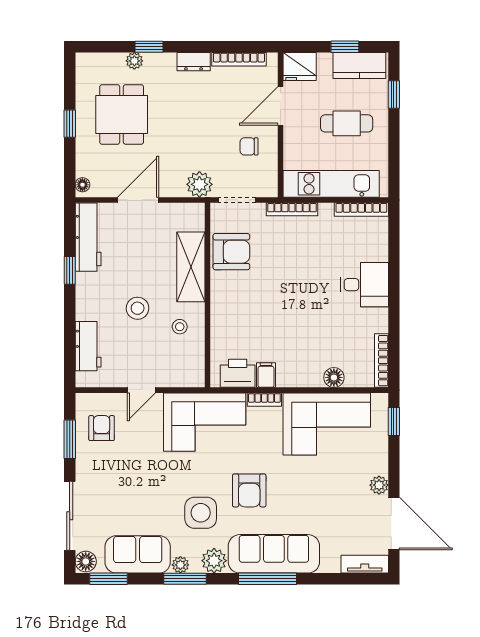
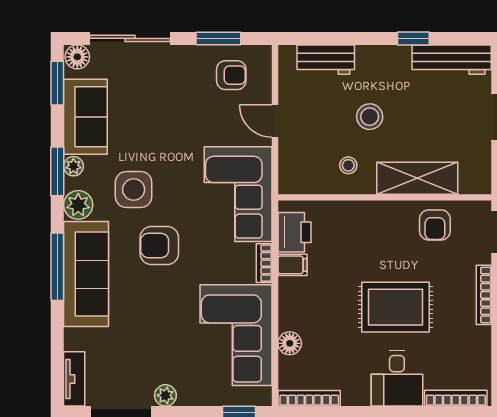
bookcase: (361, 210) -> (456, 398), moved, turned 90
armchair: (231, 252) -> (435, 225), width x0.72, depth x0.72
rug: (303, 286) -> (395, 307), added

